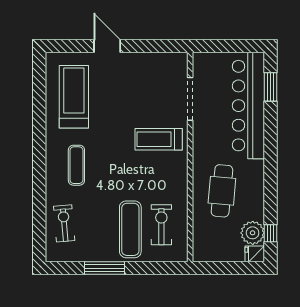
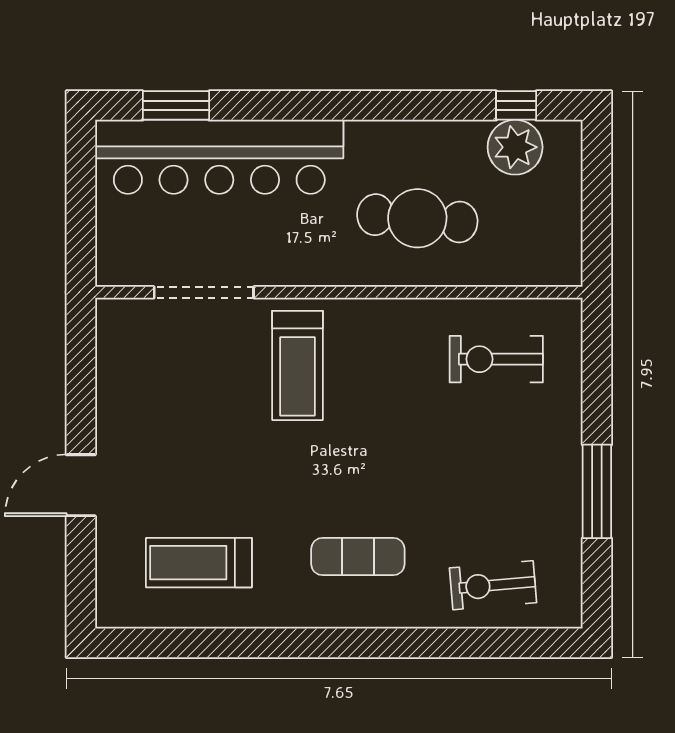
treadmill: (74, 97) -> (199, 563), width x0.73, depth x0.73
exercise mat: (130, 229) -> (507, 431), removed
fridge: (255, 254) -> (564, 142), removed

